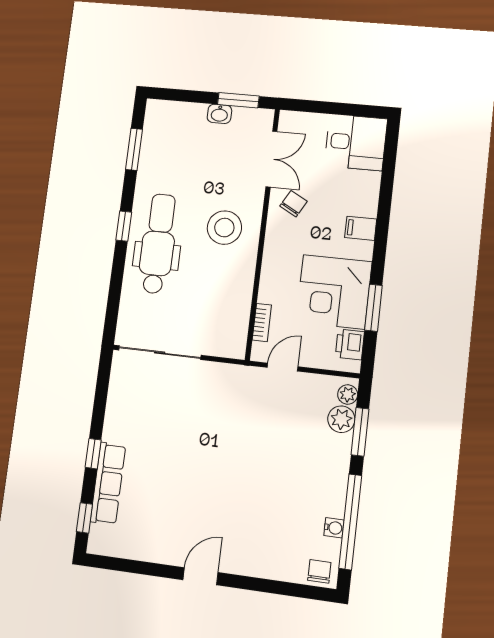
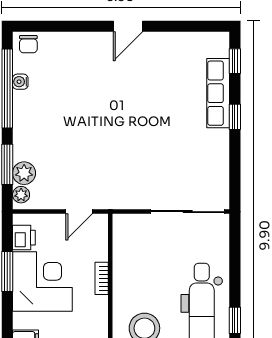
bookcase: (262, 323) -> (102, 278), moved

